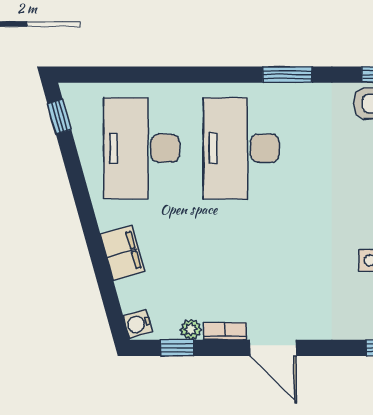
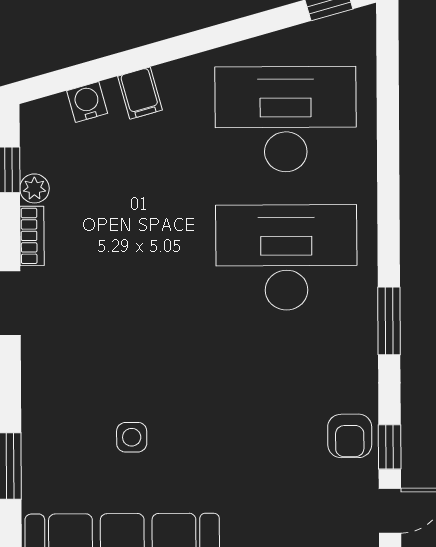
filing cabinet: (122, 253) -> (140, 93), width x0.50
water cooler: (138, 324) -> (87, 102), moved

